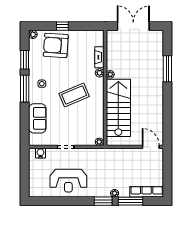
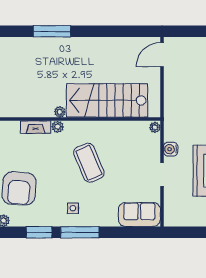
sofa: (37, 118) -> (139, 215), moved
water cooler: (40, 153) -> (171, 149), moved

